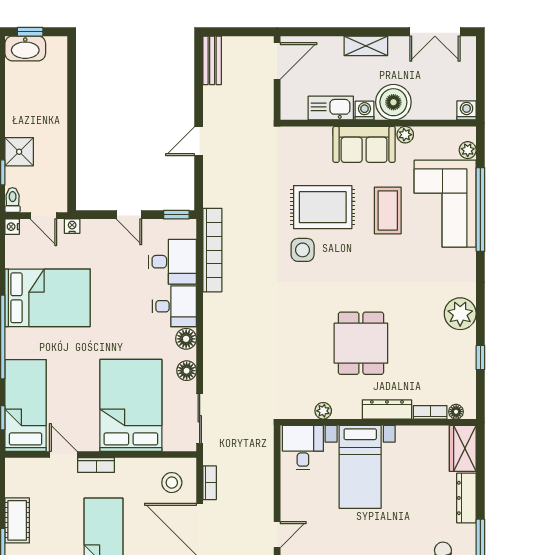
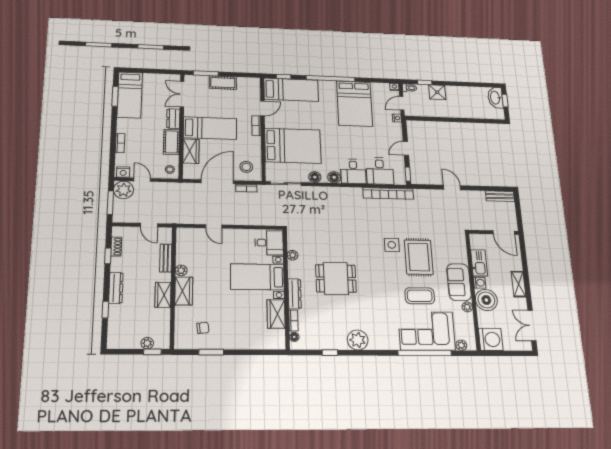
washing machine: (467, 110) -> (491, 339), width x1.89, depth x1.89
wardrobe: (463, 448) -> (276, 314), moved, turned -90
dresser: (466, 498) -> (238, 343), removed

